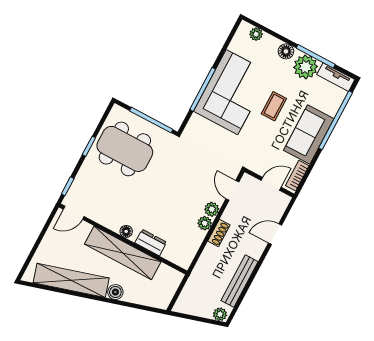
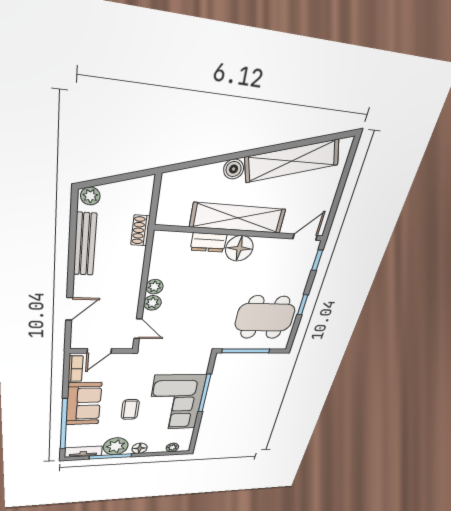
floor lamp: (126, 231) -> (239, 248), width x1.89, depth x1.89
shoe rack: (219, 233) -> (140, 230), moved

